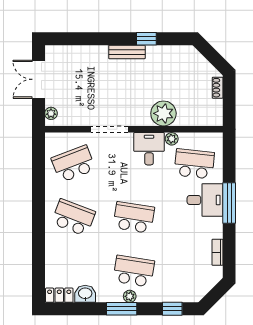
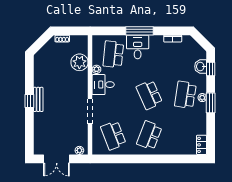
window: (146, 39) -> (29, 101), moved
plant: (163, 113) -> (79, 62), moved
school desk: (134, 217) -> (149, 95), turned -33
washbasin: (85, 294) -> (201, 66), moved

